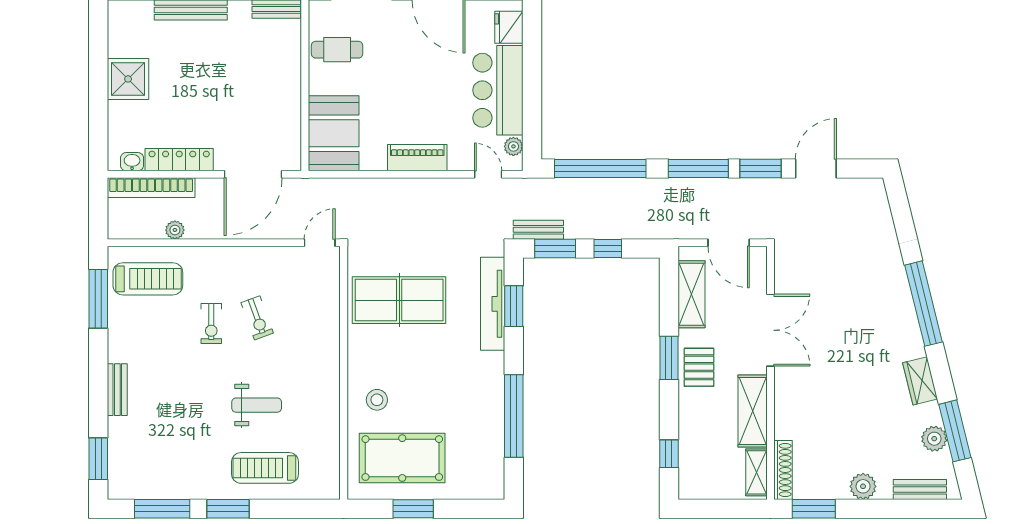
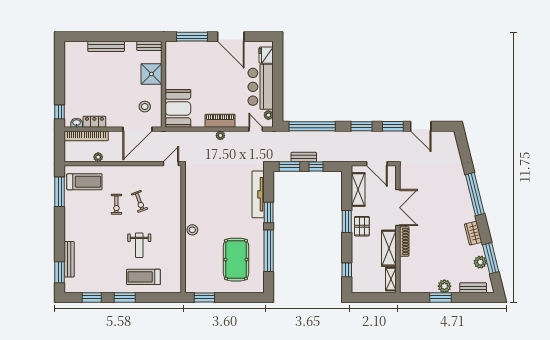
cafe table: (337, 50) -> (180, 66), removed
shower: (128, 79) -> (151, 74), moved
stool: (268, 129) -> (145, 107), added
window: (98, 140) -> (60, 112), added
locker: (179, 160) -> (94, 122), width x0.66
window: (698, 169) -> (362, 126), width x0.69
door: (816, 169) -> (421, 126), swing flipped
plant: (418, 187) -> (220, 135), added
bench: (538, 230) -> (304, 157), moved
table tennis table: (399, 300) -> (211, 192), removed
window: (514, 306) -> (269, 213), moved
bench: (117, 390) -> (69, 259), moved, width x1.36
stool: (377, 400) -> (192, 230), moved
weight bench: (257, 405) -> (139, 245), turned 90
pool table: (402, 458) -> (236, 260), moved, turned 90
shoe rack: (783, 470) -> (404, 241), moved
window: (162, 509) -> (92, 297), width x0.69
window: (413, 509) -> (204, 297), moved
window: (814, 509) -> (441, 297), moved

